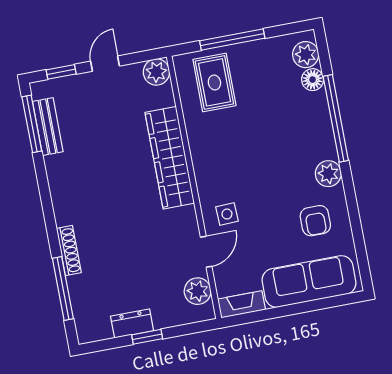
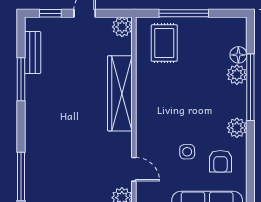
plant: (306, 55) -> (237, 75), moved
window: (32, 124) -> (21, 79), moved
side table: (227, 214) -> (187, 152), moved
shoe rack: (69, 251) -> (31, 149), removed
door: (206, 252) -> (134, 169), hinge flipped

